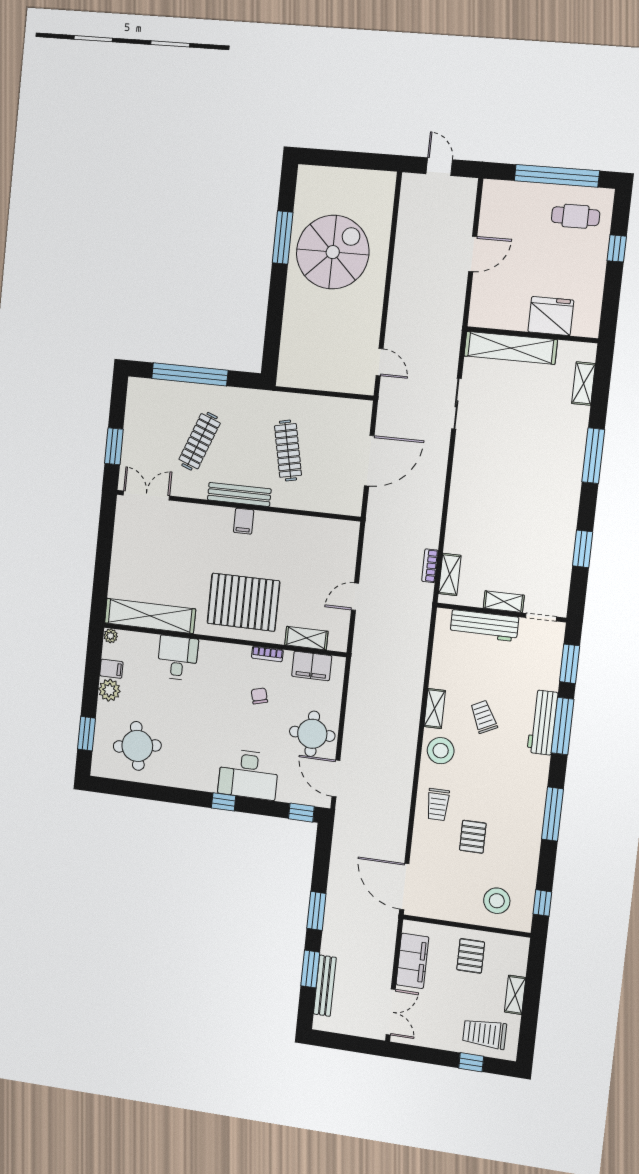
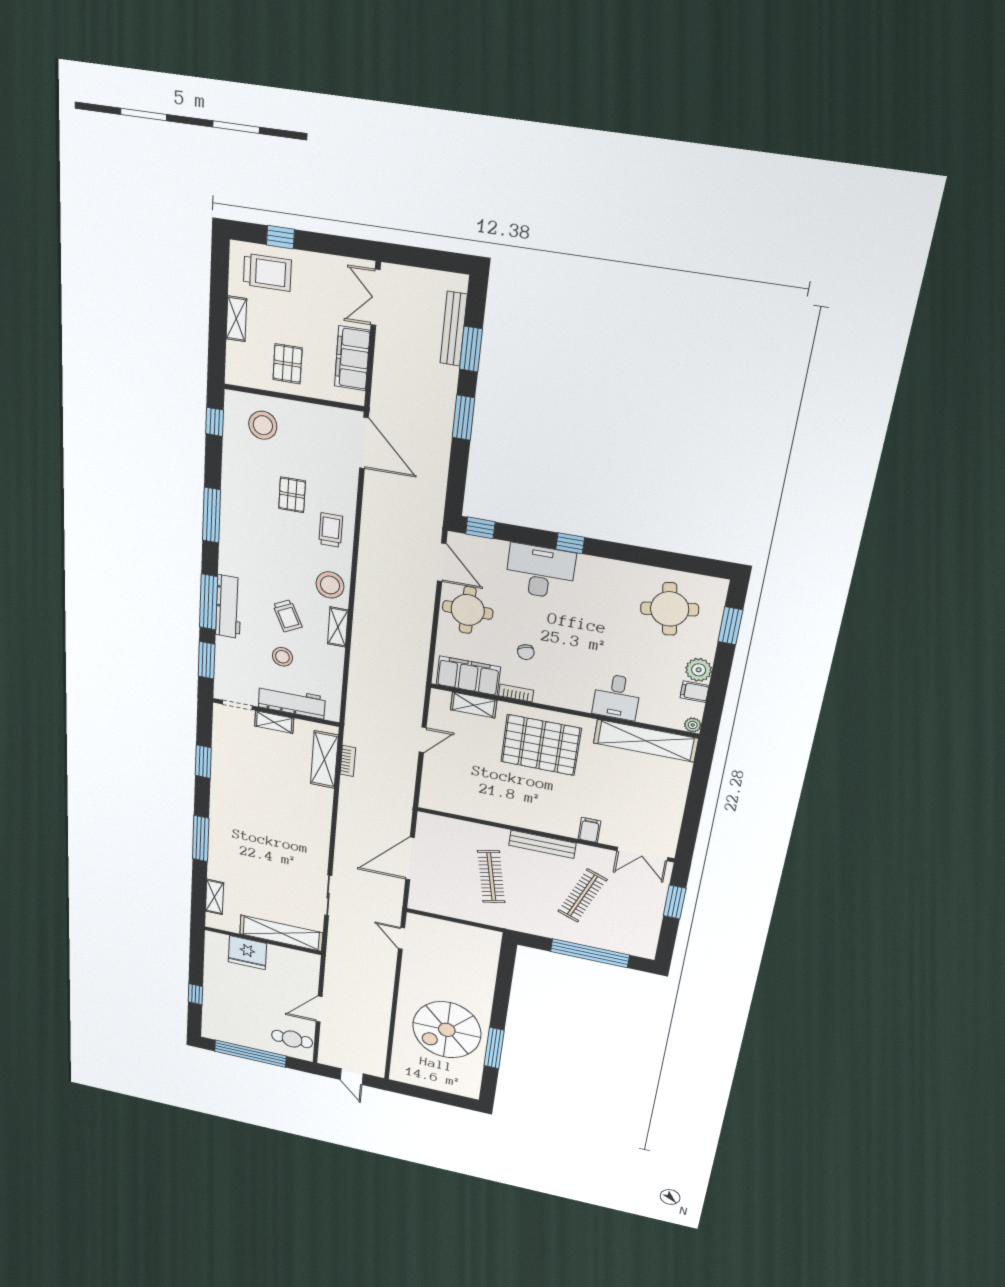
cafe table: (576, 216) -> (292, 1039), moved
filing cabinet: (244, 521) -> (589, 830), moved
shelving: (450, 574) -> (324, 760), width x1.50, depth x1.33
filing cabinet: (312, 666) -> (468, 676), width x1.50, depth x1.17
stool: (491, 674) -> (282, 657), added

